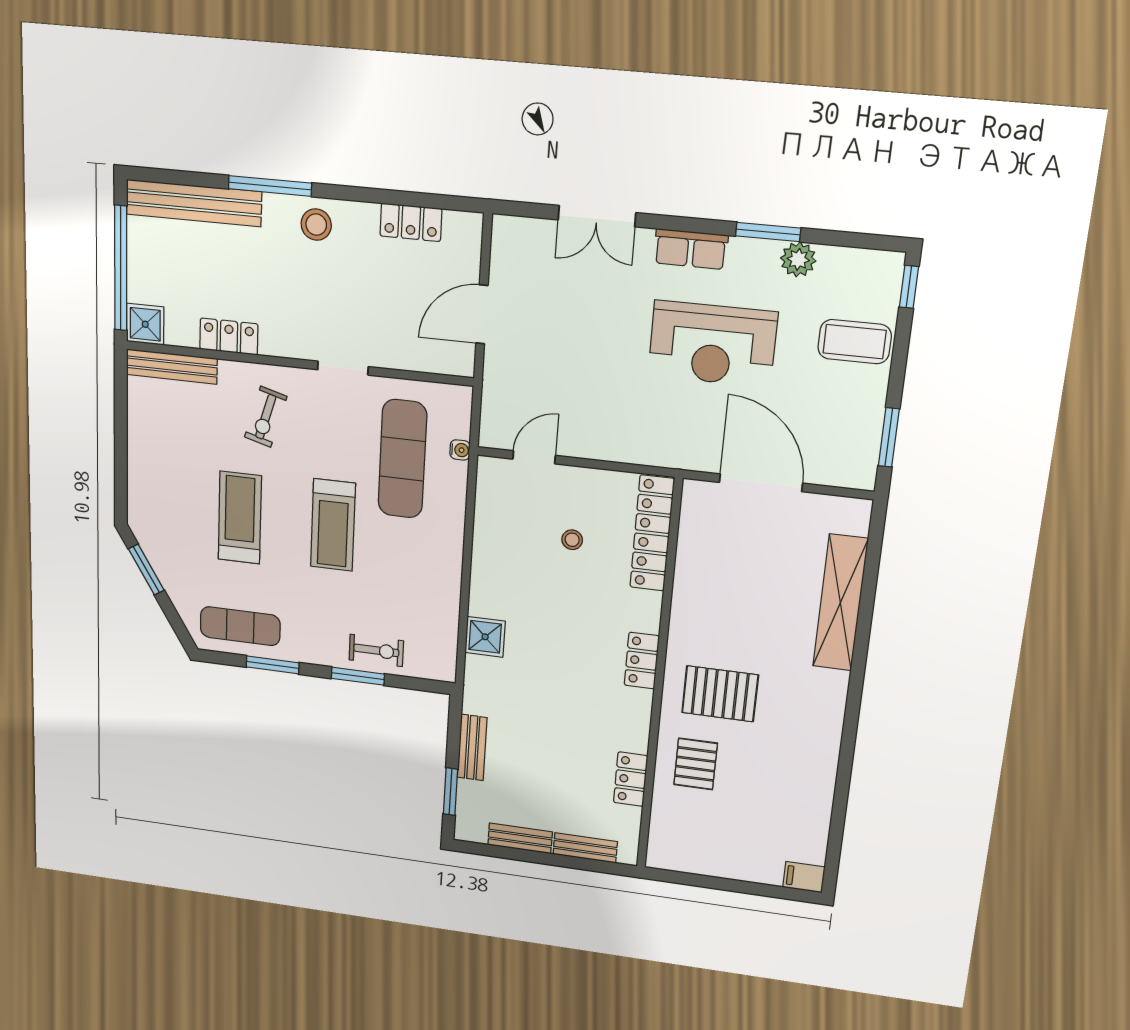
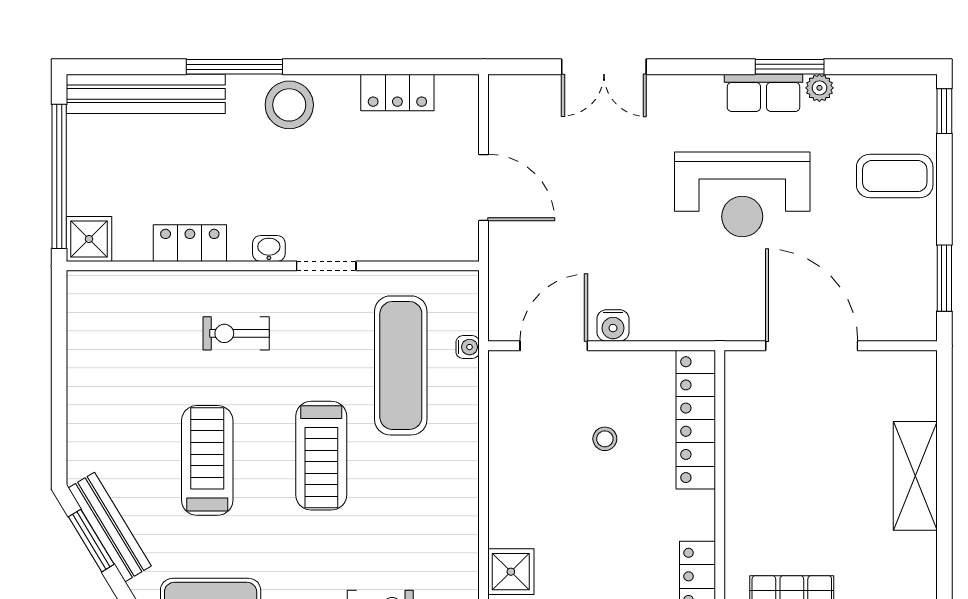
stool: (316, 225) -> (289, 105), width x1.38, depth x1.38
row of seats: (691, 249) -> (764, 93), moved
plant: (798, 259) -> (819, 88), width x0.73, depth x0.73
door: (482, 314) -> (484, 188), swing flipped
washbasin: (295, 348) -> (269, 248), added
bench: (172, 366) -> (110, 527), moved, turned 59
exercise bike: (266, 417) -> (236, 333), turned 74
water cooler: (587, 446) -> (613, 326), added
door: (534, 457) -> (554, 346), width x1.38
shelving: (840, 603) -> (915, 476), width x0.68

